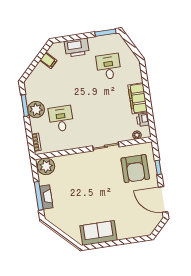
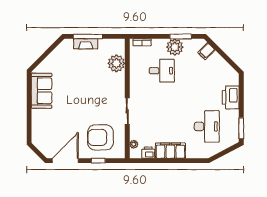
filing cabinet: (48, 60) -> (206, 51), moved
desk: (109, 67) -> (207, 126), width x1.37
plant: (46, 166) -> (116, 63), moved

